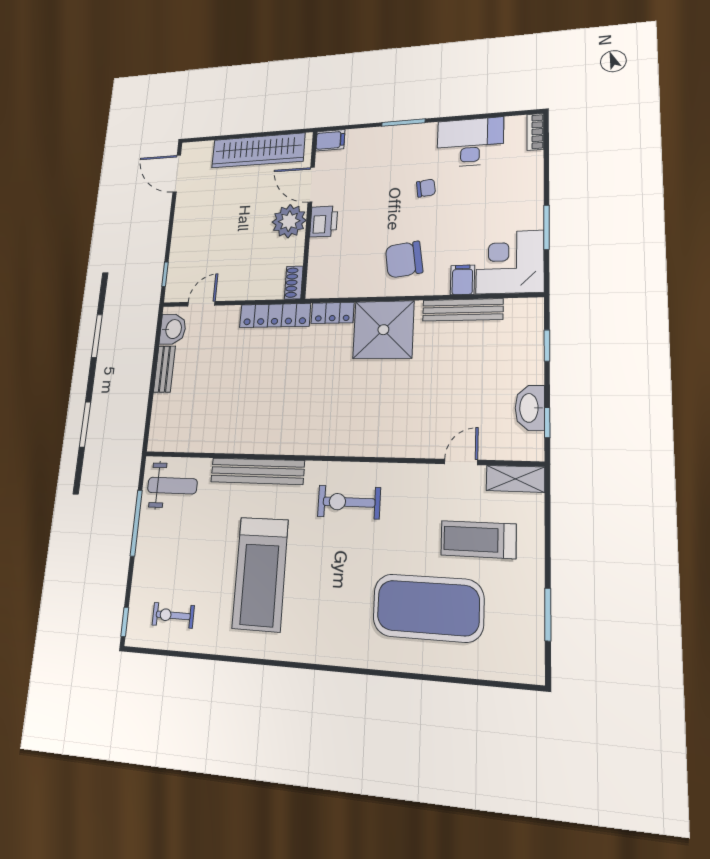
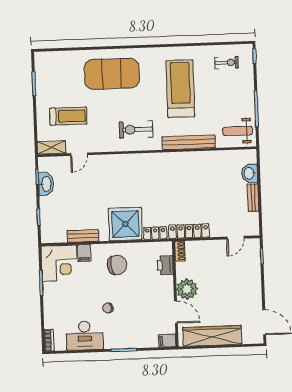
printer: (324, 221) -> (165, 265), moved
bench: (463, 310) -> (83, 236), width x0.73
washbasin: (173, 329) -> (250, 173), moved
exercise bike: (349, 502) -> (136, 129), turned 180
exercise mat: (428, 608) -> (112, 74), moved

